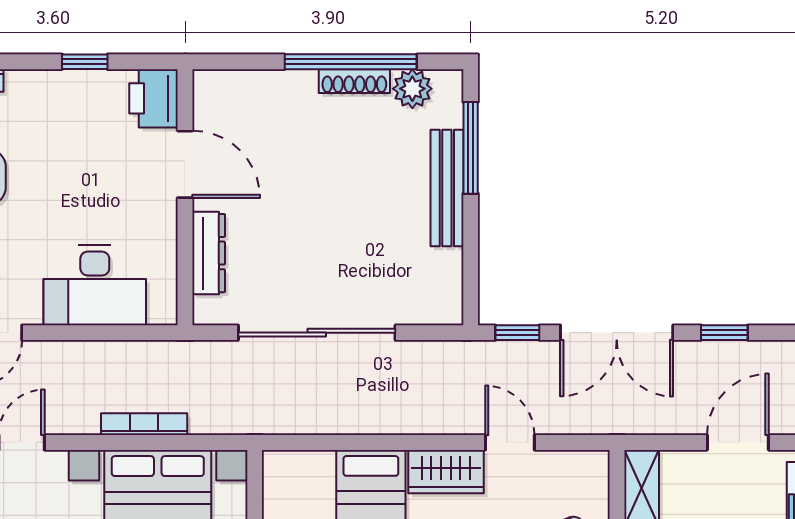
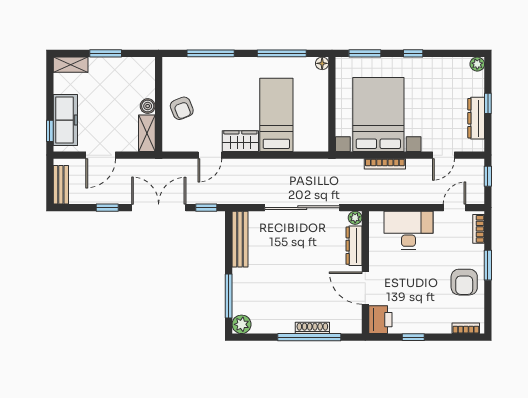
window: (351, 62) -> (309, 337), moved
shoe rack: (354, 81) -> (312, 328), moved
plant: (412, 89) -> (242, 324), moved
bench: (447, 188) -> (240, 239), moved
plant: (206, 311) -> (355, 218), added
door: (510, 442) -> (210, 155), hinge flipped

